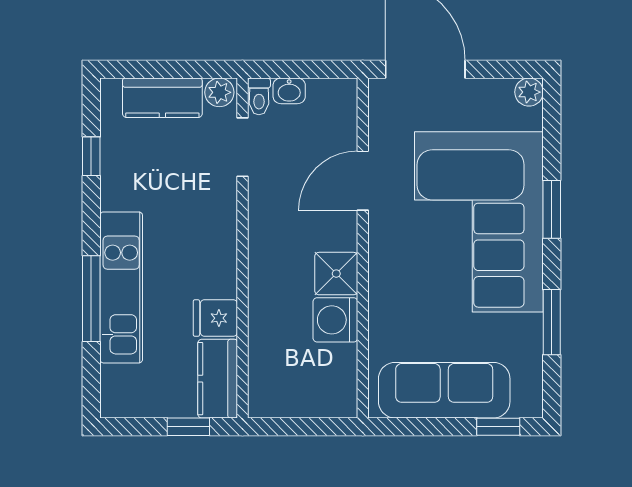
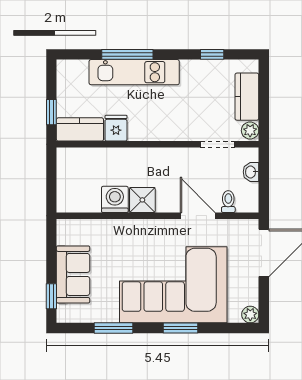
toilet: (259, 96) -> (228, 202), moved, turned 90
sofa: (444, 390) -> (73, 274), width x0.73

